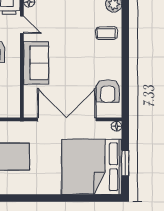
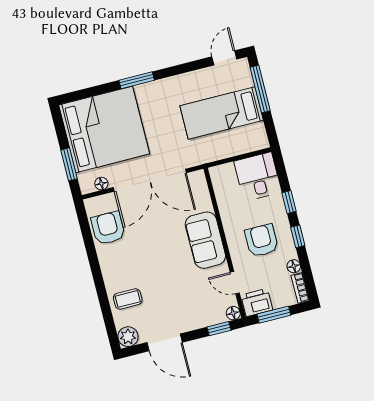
floor lamp: (116, 126) -> (101, 184), moved
window: (125, 163) -> (69, 164), moved
window: (57, 198) -> (137, 80), added

